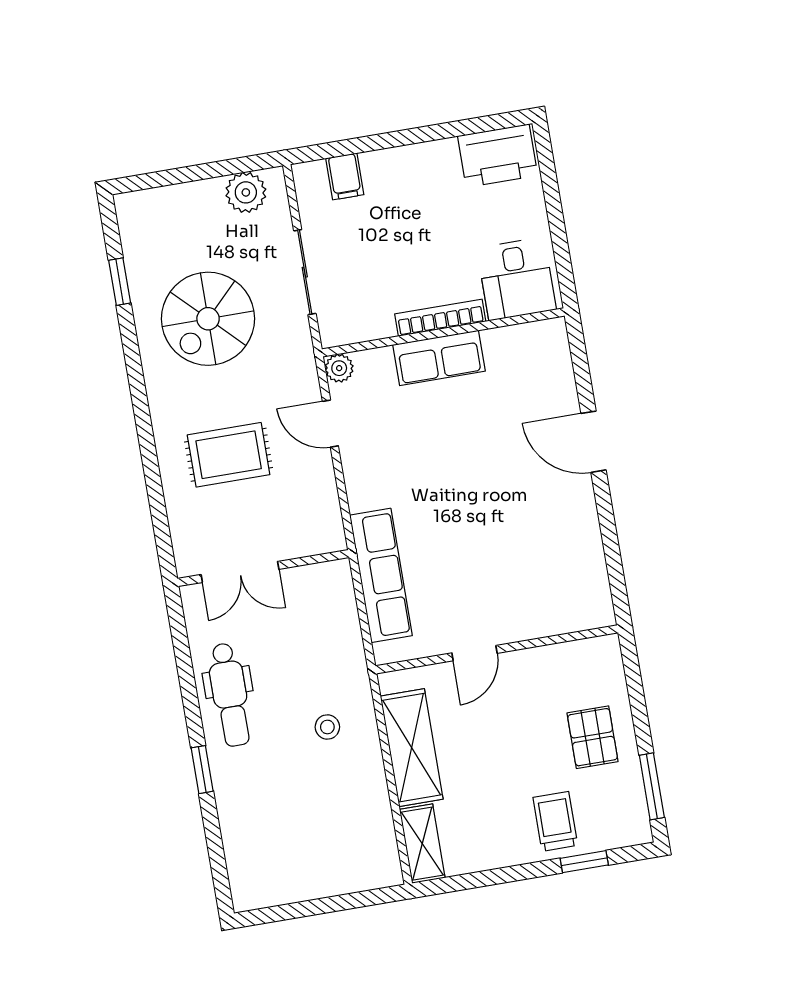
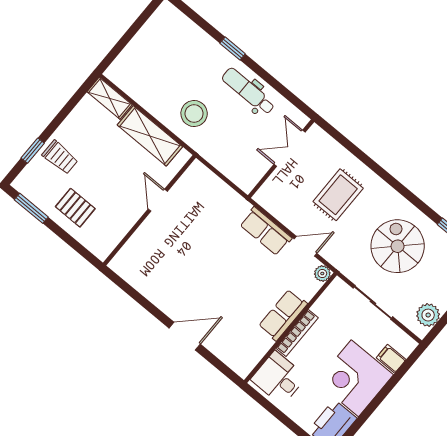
corner desk: (415, 192) -> (355, 378), added
row of seats: (381, 575) -> (266, 231), moved, width x0.68
stool: (327, 727) -> (194, 113), width x1.89, depth x1.89

